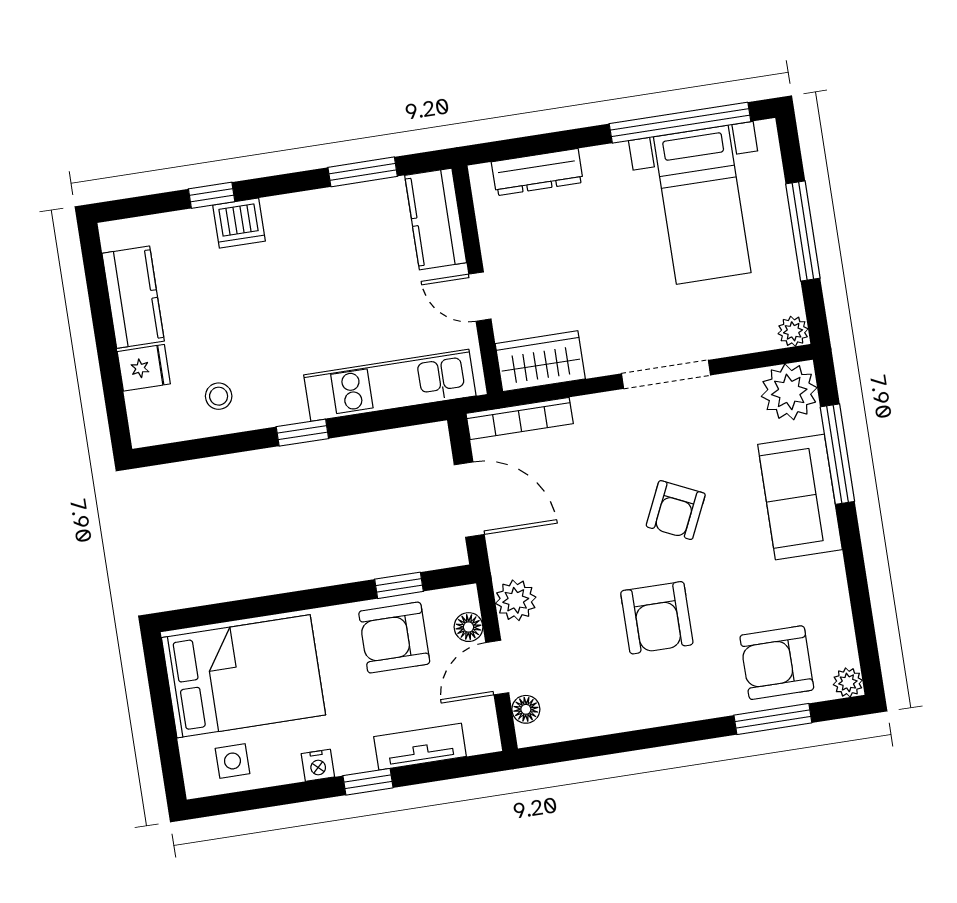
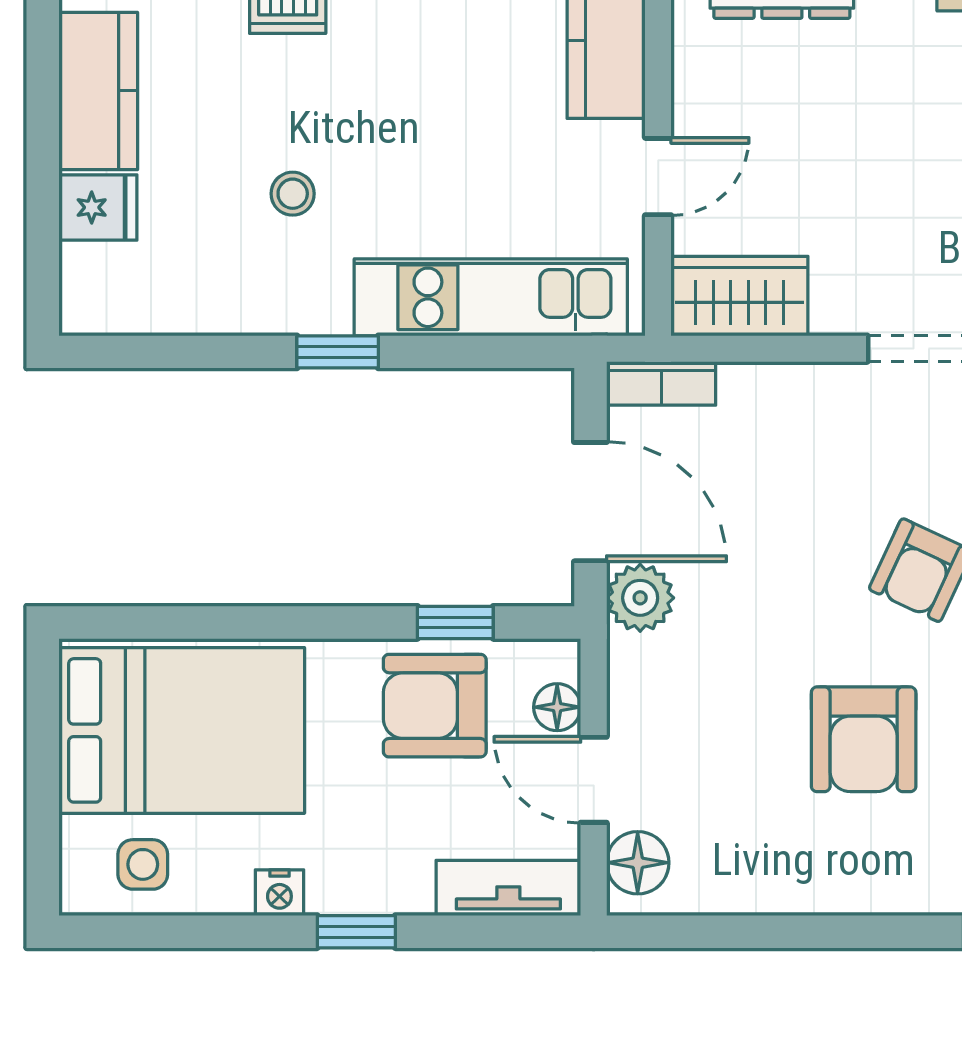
door: (480, 297) -> (658, 177), swing flipped
stool: (219, 396) -> (293, 194), moved
bookcase: (520, 419) -> (661, 383), width x0.64
plant: (516, 600) -> (640, 598), moved
door: (497, 668) -> (594, 780), hinge flipped
floor lamp: (526, 709) -> (638, 863), width x1.37, depth x1.37
tv unit: (420, 747) -> (508, 888), moved

